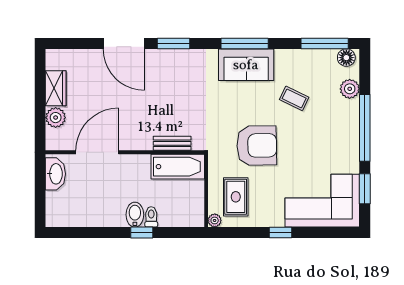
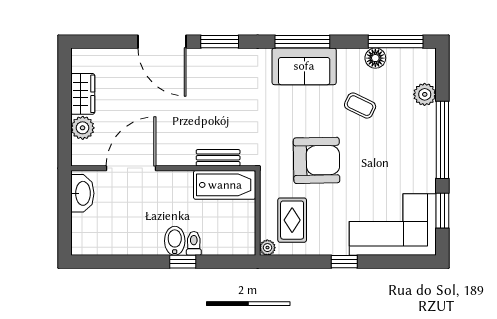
floor lamp: (346, 58) -> (375, 58), moved

